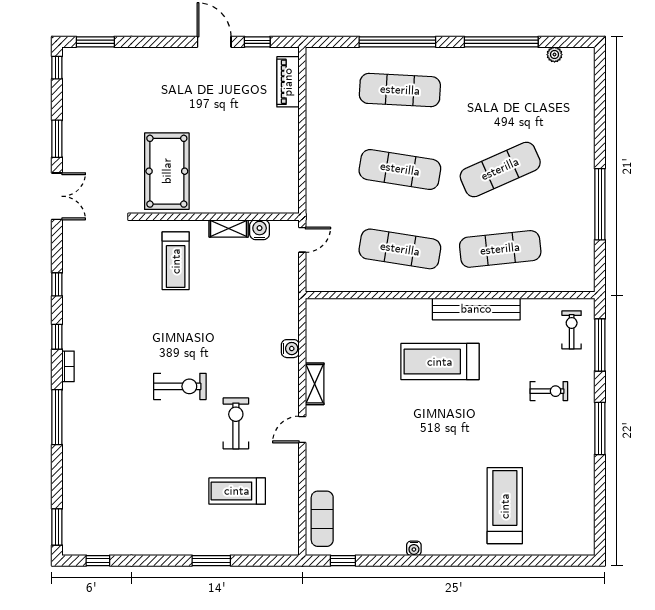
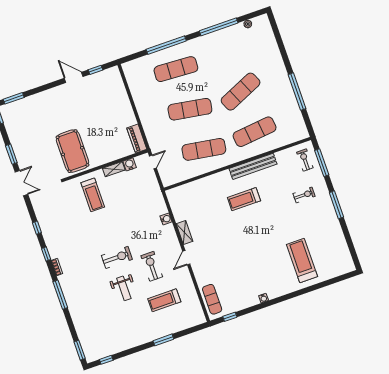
piano: (288, 82) -> (137, 139), moved
treadmill: (440, 362) -> (244, 199), width x0.73, depth x0.73
weight bench: (173, 445) -> (124, 288), added

